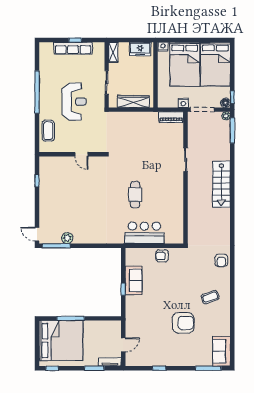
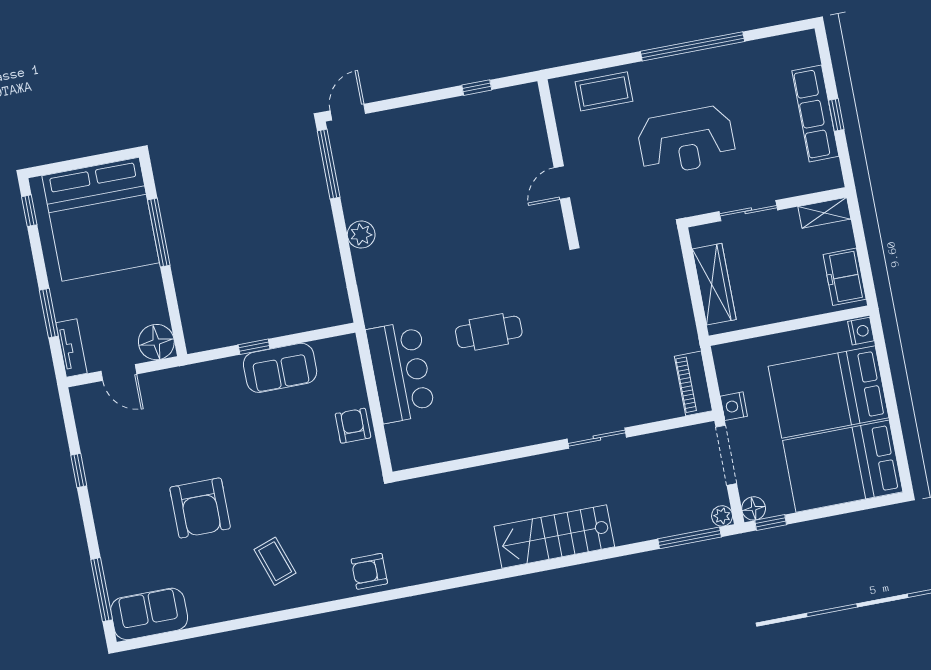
plant: (67, 238) -> (361, 235), moved
floor lamp: (114, 328) -> (156, 342), added

